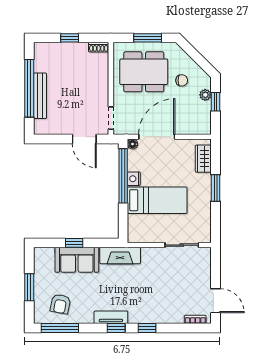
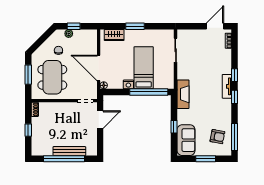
window: (123, 176) -> (149, 92), moved
sofa: (77, 260) -> (186, 140), moved
tv unit: (111, 317) -> (227, 86), moved

